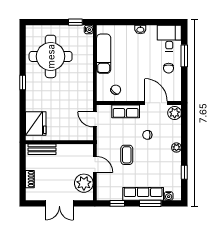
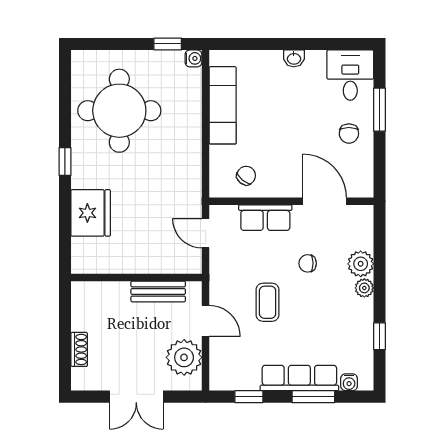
plant: (175, 113) -> (361, 264), moved
fridge: (36, 124) -> (91, 213), moved
bench: (42, 149) -> (158, 291), moved

